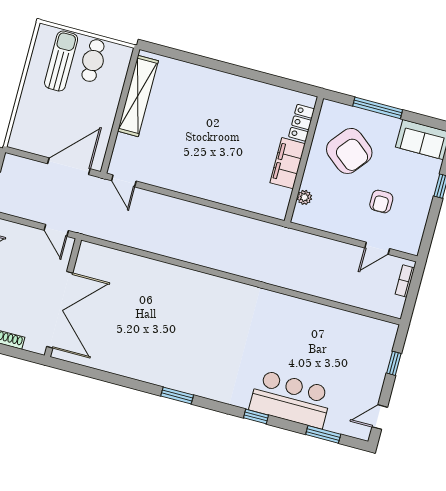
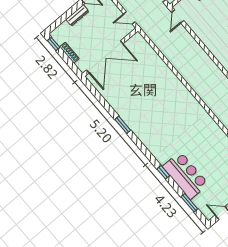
door: (56, 230) -> (129, 18), hinge flipped
window: (177, 396) -> (123, 125), moved

